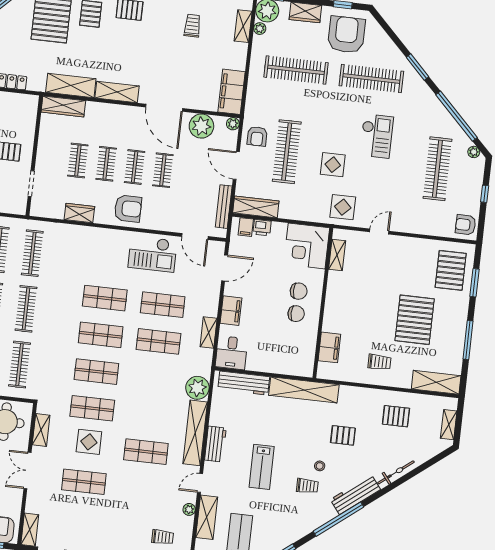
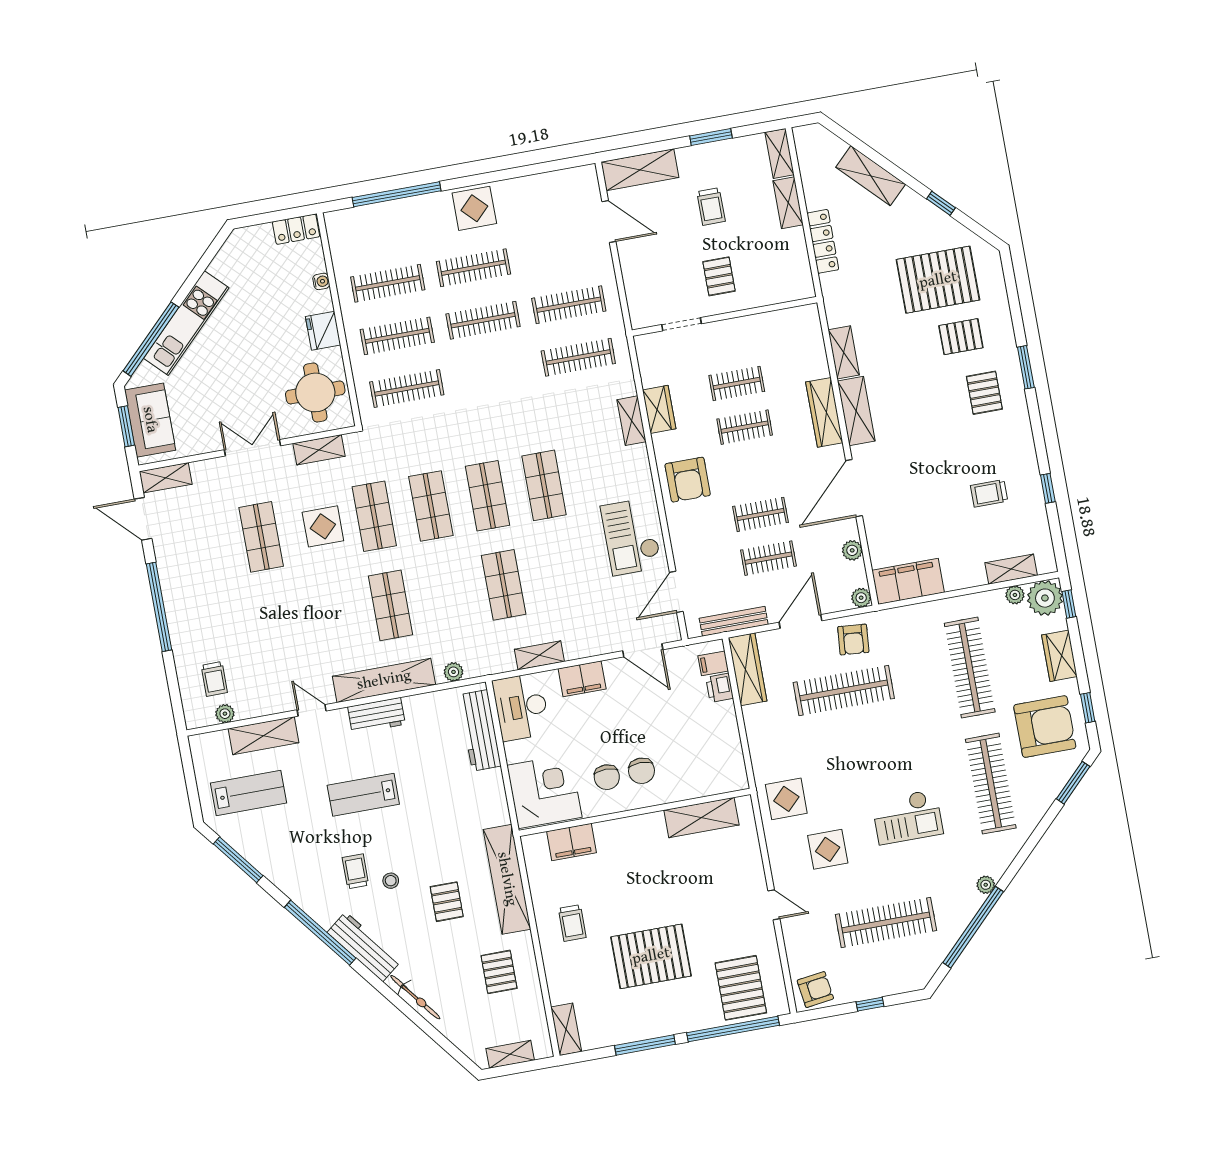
trolley: (192, 26) -> (989, 493), turned 180
window: (417, 67) -> (1073, 783), moved
shelving: (71, 86) -> (844, 352), width x0.67, depth x0.75
wardrobe: (63, 106) -> (824, 412), moved
plant: (201, 126) -> (852, 550), width x0.53, depth x0.53
armchair: (257, 136) -> (853, 640), turned -85
plant: (474, 152) -> (986, 885), moved
display table: (333, 165) -> (828, 849), moved
clothes rail: (135, 167) -> (768, 558), moved
armchair: (466, 225) -> (815, 990), turned 81
shelving: (81, 232) -> (632, 421), added
door: (379, 232) -> (774, 905), moved
corner desk: (307, 246) -> (544, 791), moved, turned 90
shelving: (337, 255) -> (701, 818), width x1.50, depth x1.33
pallet: (451, 270) -> (741, 988), turned 90
window: (475, 283) -> (733, 1029), width x2.11
shop shelf: (163, 305) -> (560, 575), removed
clothes rail: (26, 309) -> (493, 373), removed
desk: (232, 353) -> (521, 707), width x1.37
shelving: (436, 382) -> (566, 1029), width x0.67, depth x0.75
plant: (197, 388) -> (453, 672), width x0.53, depth x0.53
shelving: (304, 390) -> (507, 879), moved
shop shelf: (146, 452) -> (390, 605), moved
trolley: (307, 486) -> (355, 871), turned 180
plant: (189, 509) -> (225, 714), moved

